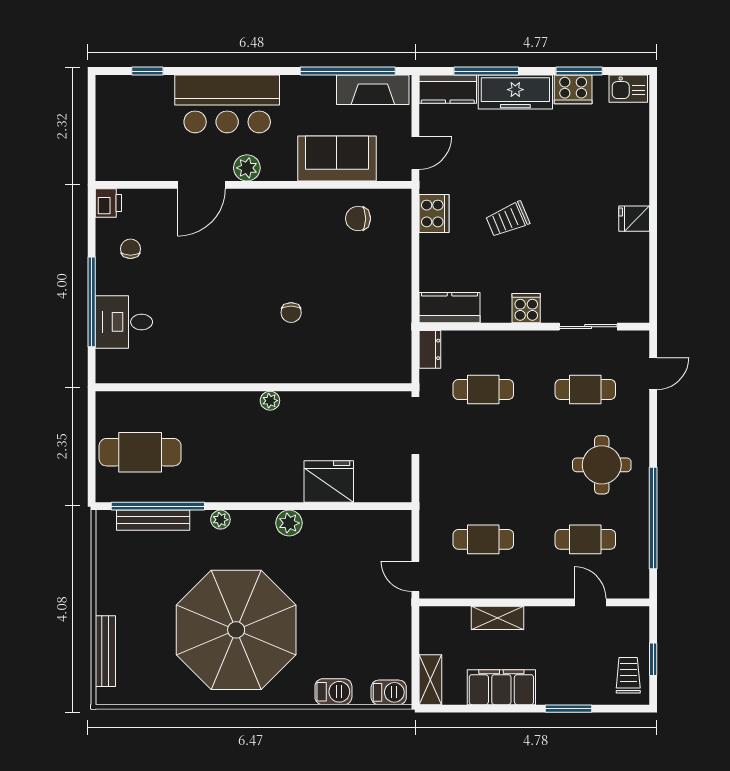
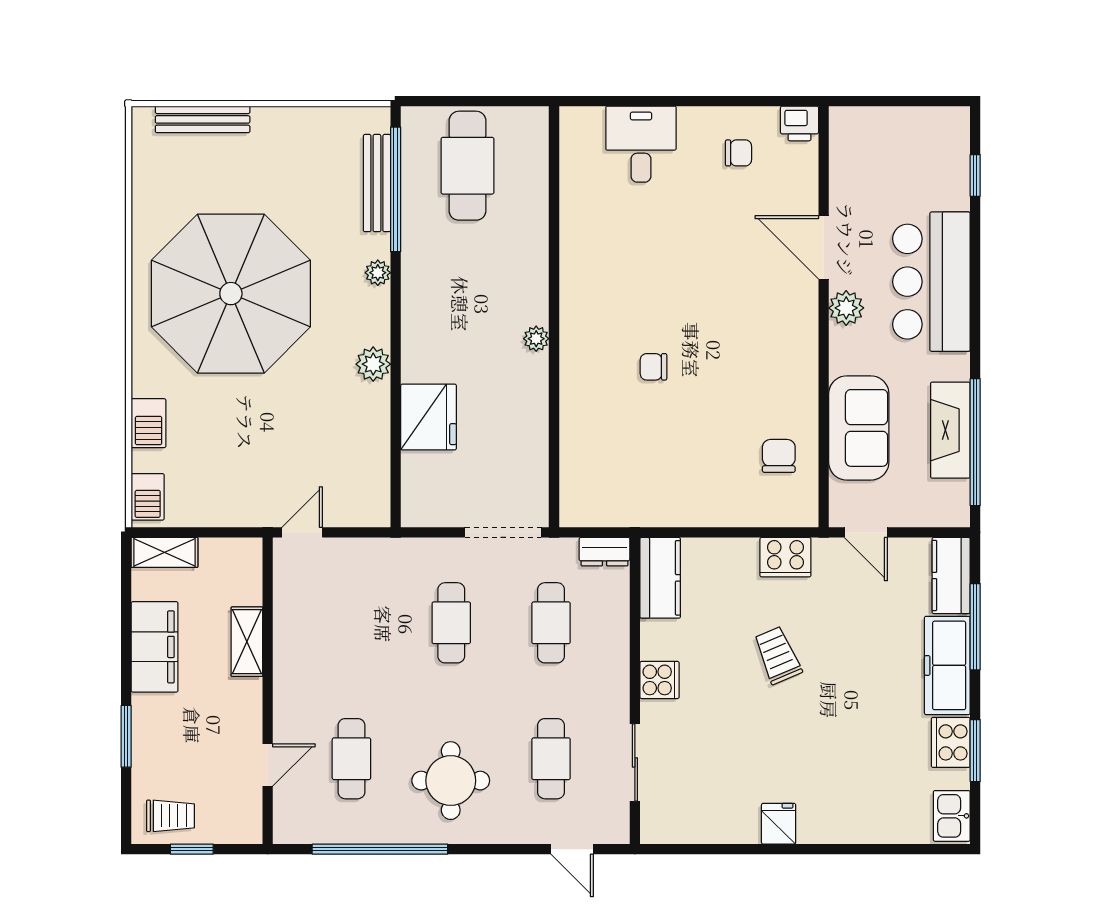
fireplace: (373, 90) -> (950, 430), moved
window: (92, 302) -> (668, 101), removed
cafe table: (483, 539) -> (451, 623), moved

